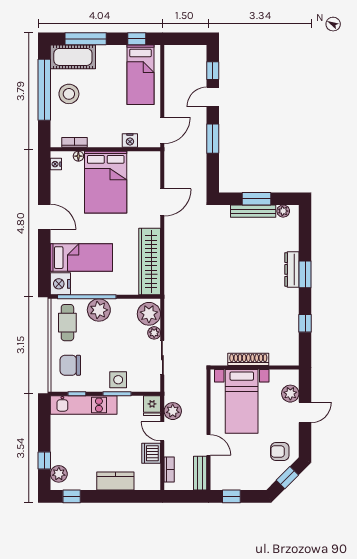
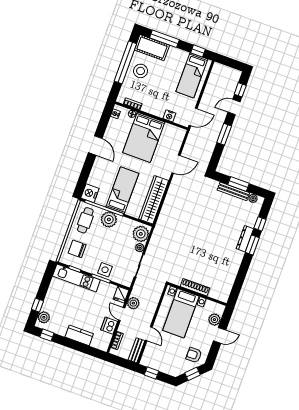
bed: (81, 258) -> (122, 190), moved, turned -90
window: (305, 323) -> (260, 224), moved

